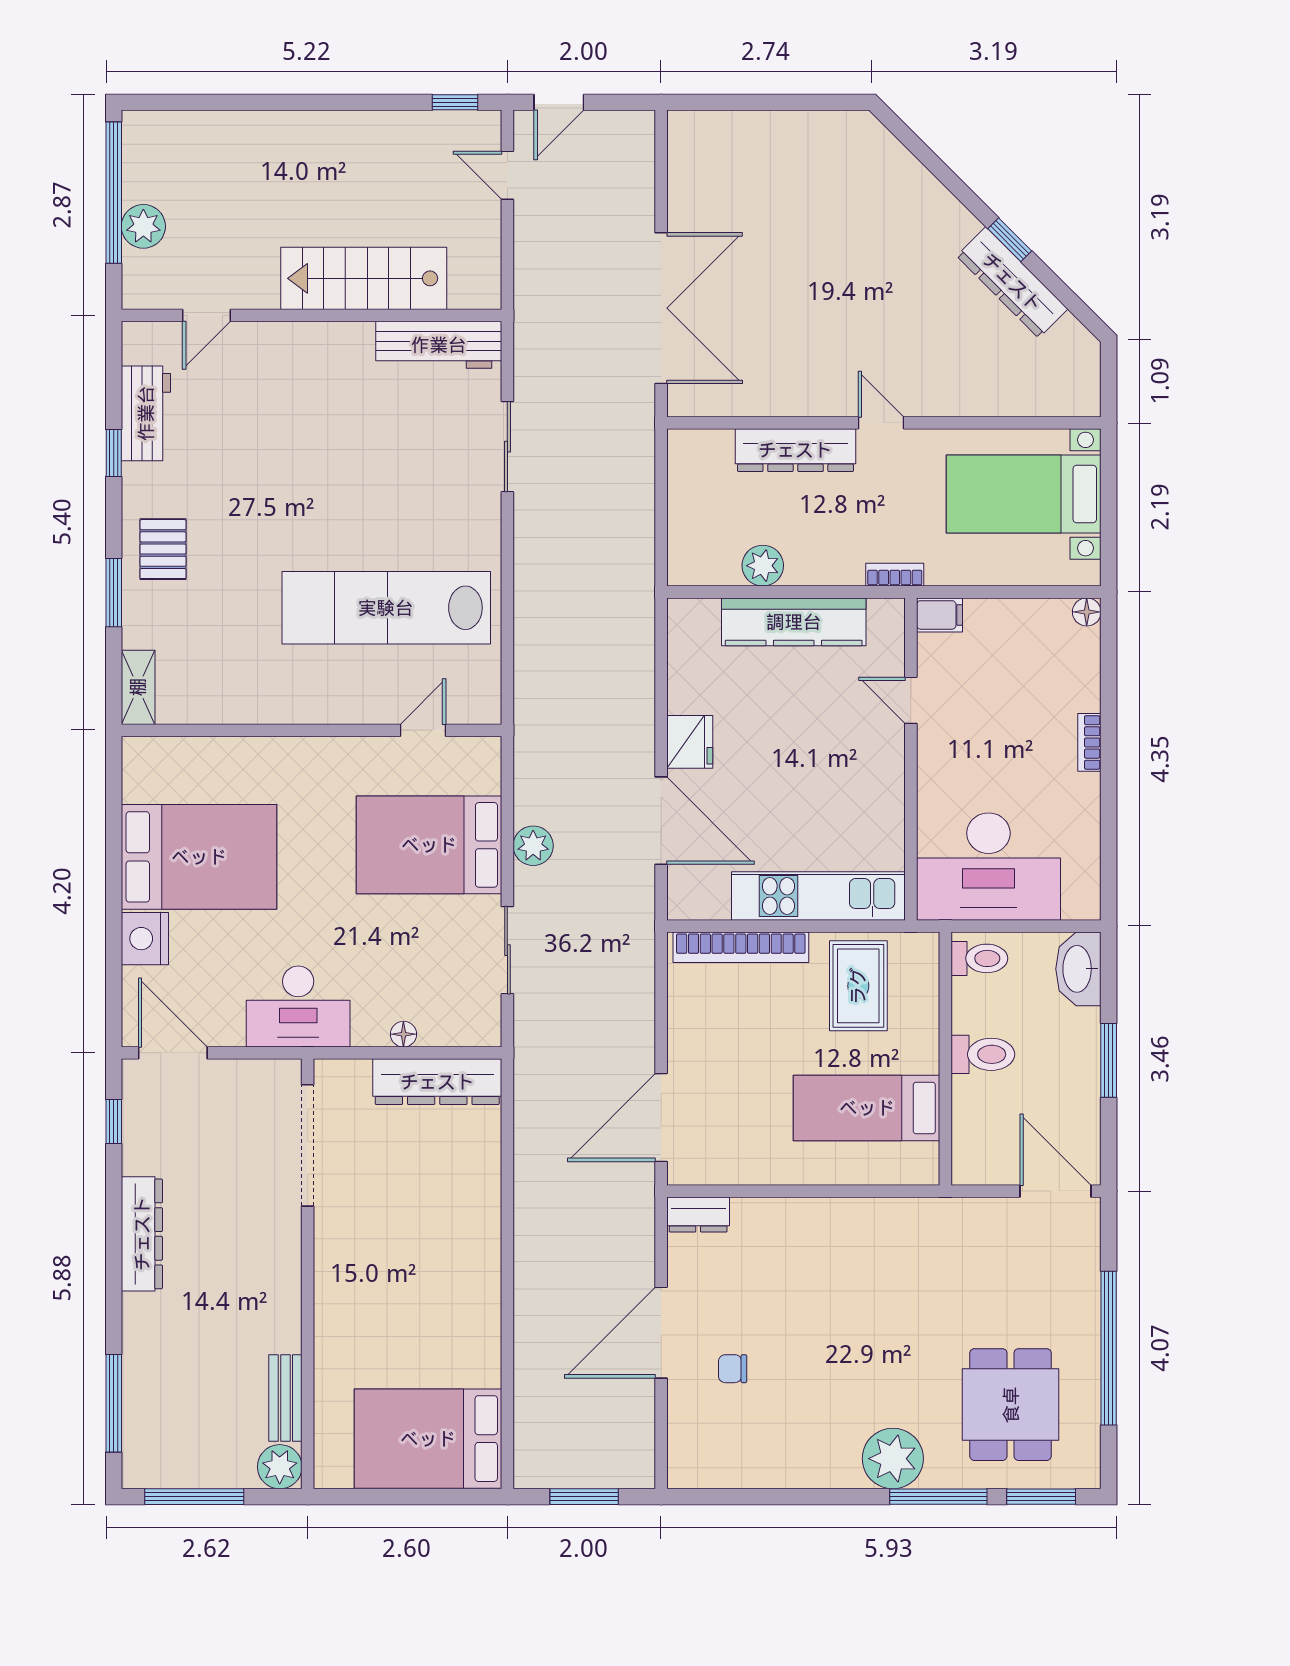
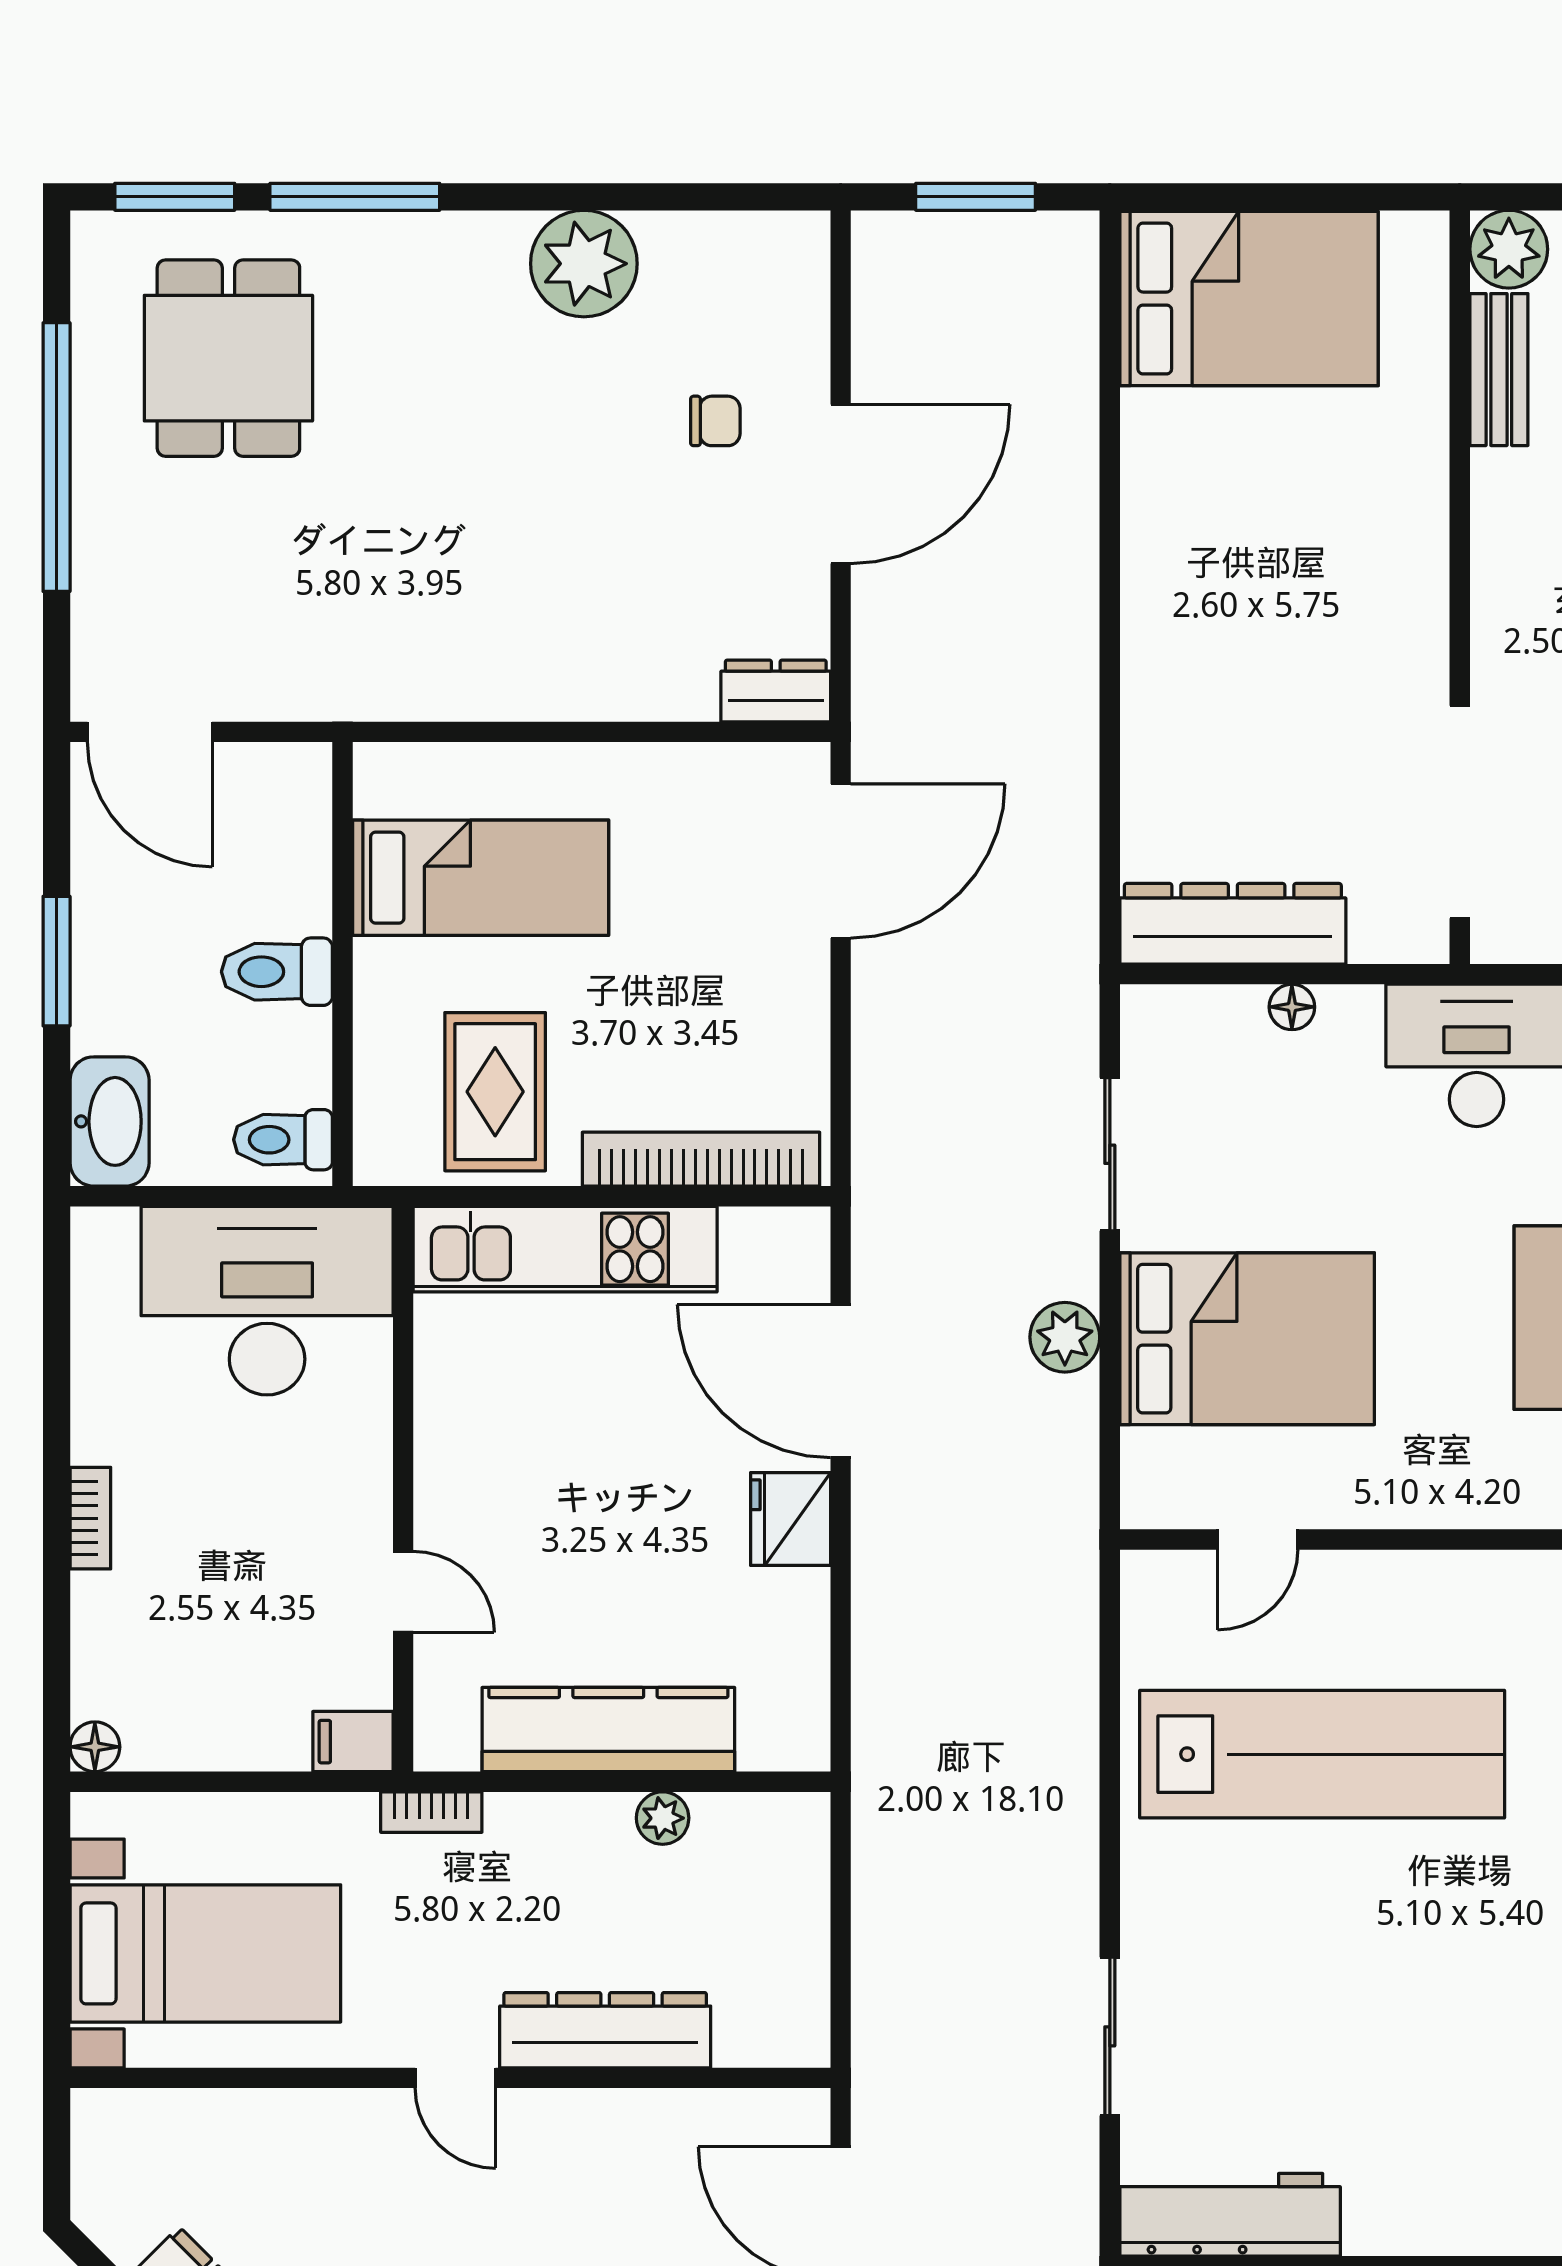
plant: (763, 566) -> (663, 1818), width x0.73, depth x0.73
plant: (893, 1459) -> (584, 264), moved

